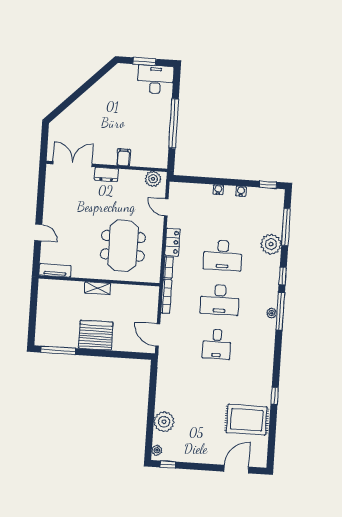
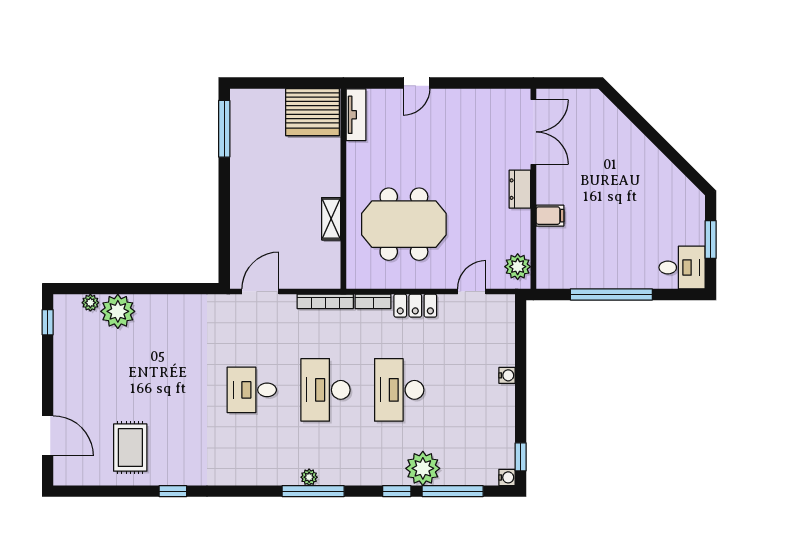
desk: (155, 79) -> (682, 267), width x0.73
water cooler: (241, 191) -> (507, 477), moved
window: (283, 276) -> (397, 491), moved
shelving: (98, 288) -> (331, 219), moved
server rack: (96, 335) -> (313, 112), moved, turned 90
rug: (247, 420) -> (130, 448), width x0.73, depth x0.70
plant: (157, 450) -> (90, 303), moved

